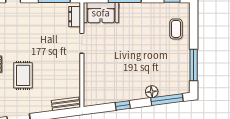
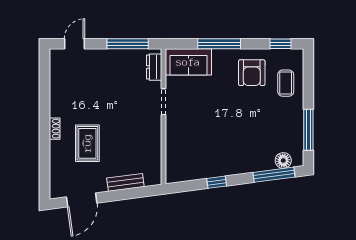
armchair: (150, 21) -> (252, 73), added
floor lamp: (152, 92) -> (283, 161), moved
bench: (66, 104) -> (125, 182), moved

